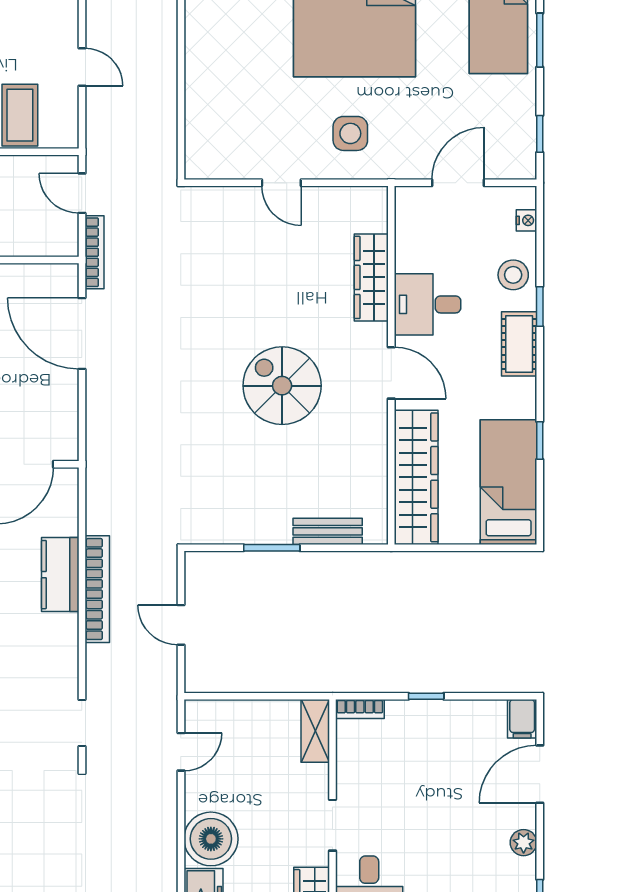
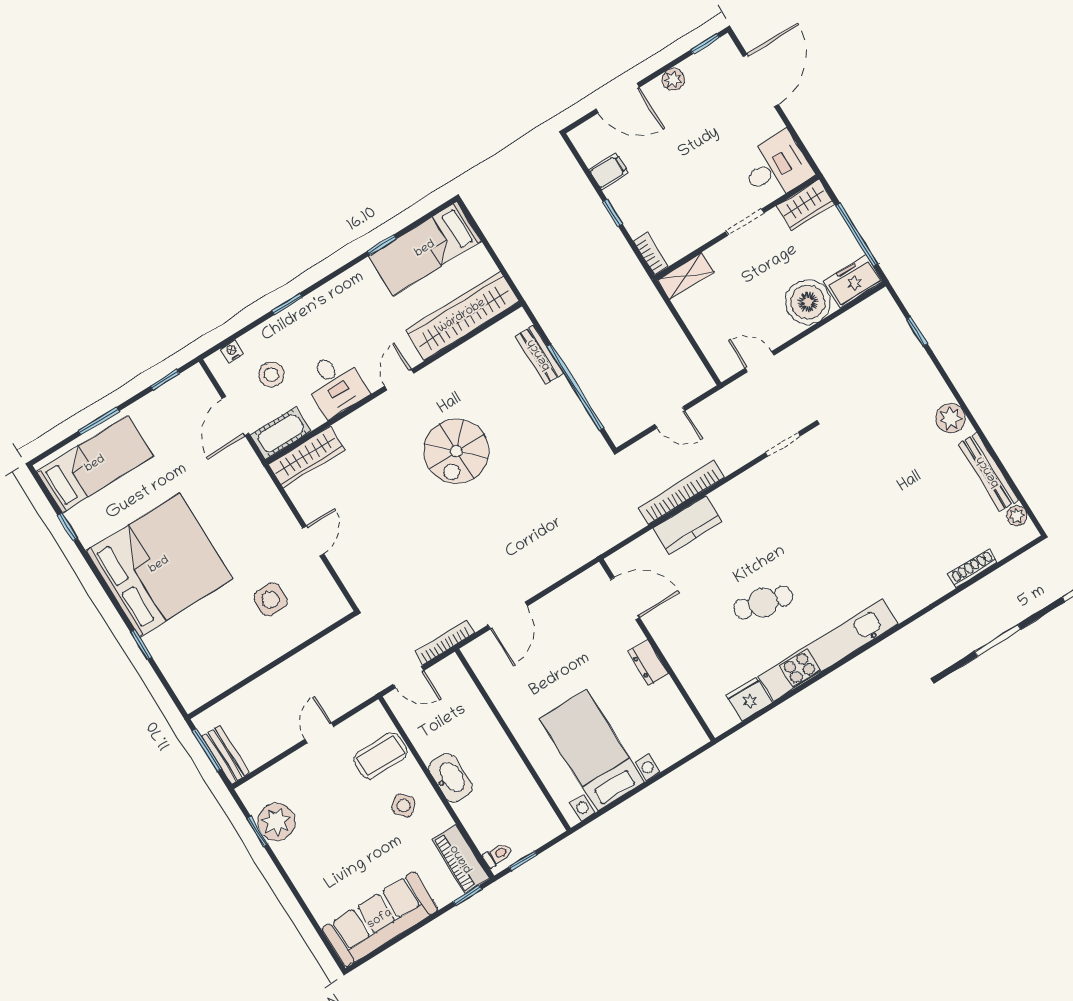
side table: (350, 133) -> (271, 599), moved
door: (458, 183) -> (235, 416), hinge flipped
door: (82, 193) -> (408, 677), hinge flipped
stool: (513, 275) -> (271, 374), moved
wardrobe: (371, 277) -> (307, 457), moved
door: (82, 333) -> (508, 616), width x0.73
cot: (519, 344) -> (281, 433), moved
door: (391, 373) -> (399, 380), width x0.73
window: (272, 548) -> (575, 387), width x2.11
door: (181, 625) -> (670, 417), hinge flipped
filing cabinet: (522, 719) -> (609, 171), moved

